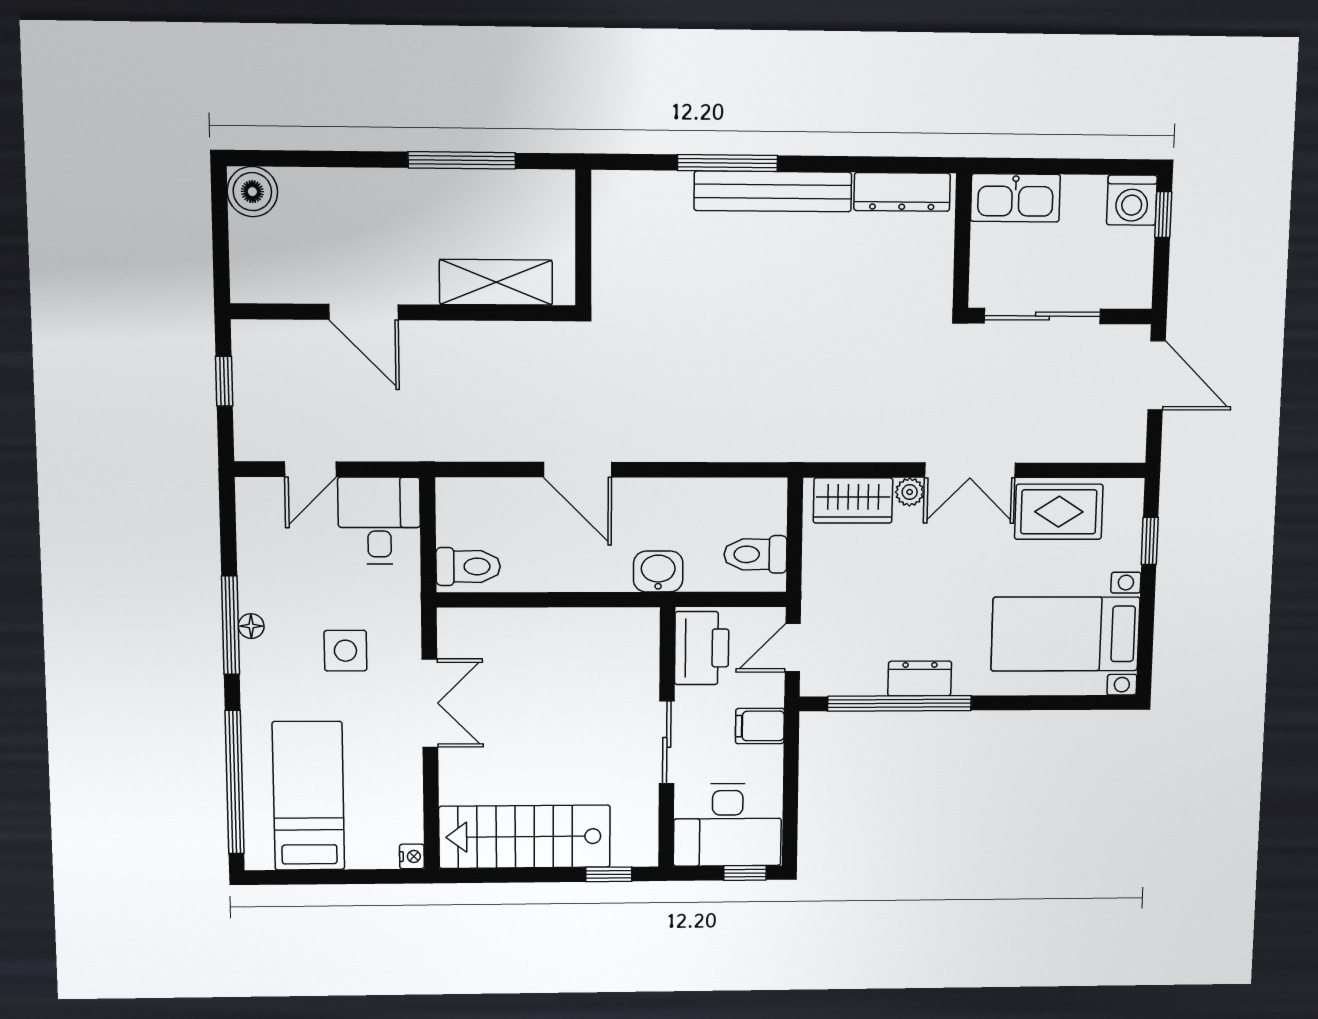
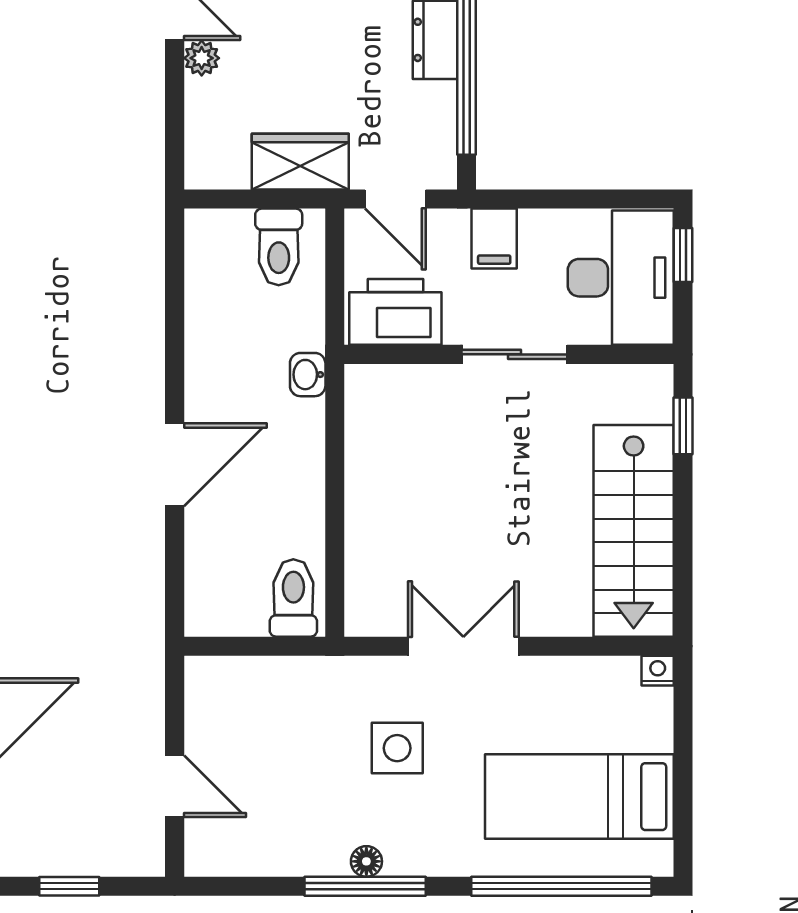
wardrobe: (853, 500) -> (300, 162), moved, turned -90
desk: (379, 521) -> (237, 705), removed
washbasin: (658, 571) -> (308, 375), width x0.72, depth x0.69

